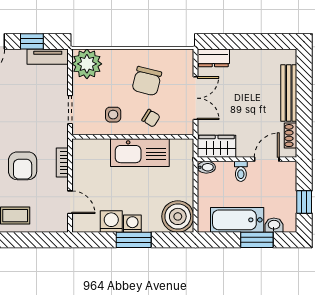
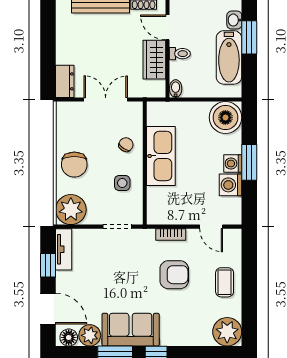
chair: (147, 81) -> (74, 165), moved, turned 76
wardrobe: (217, 146) -> (154, 60), moved
door: (70, 202) -> (211, 227), swing flipped

